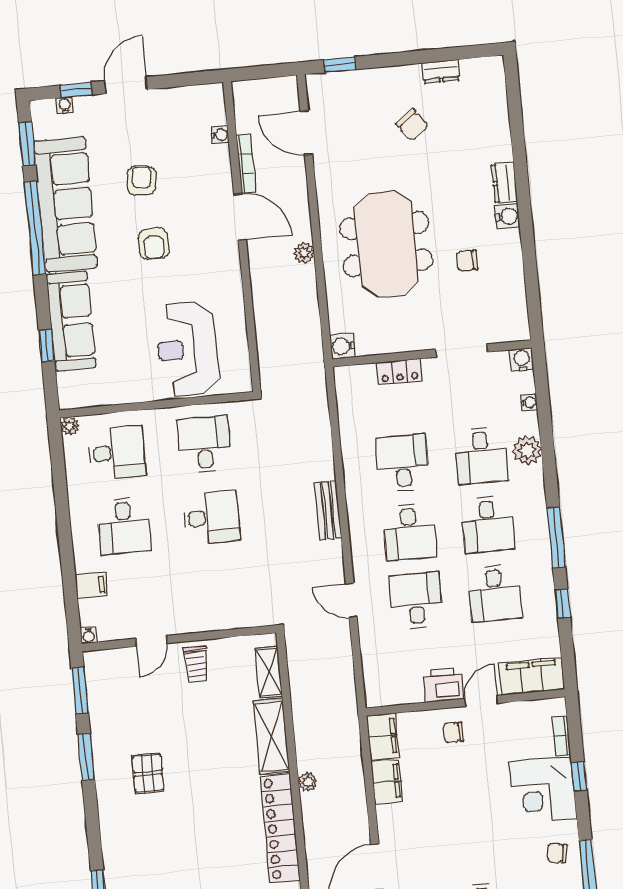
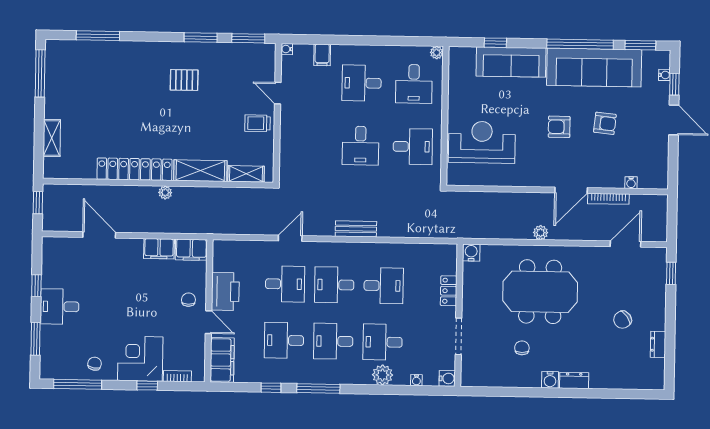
printer: (443, 685) -> (225, 291), width x1.37, depth x1.19

